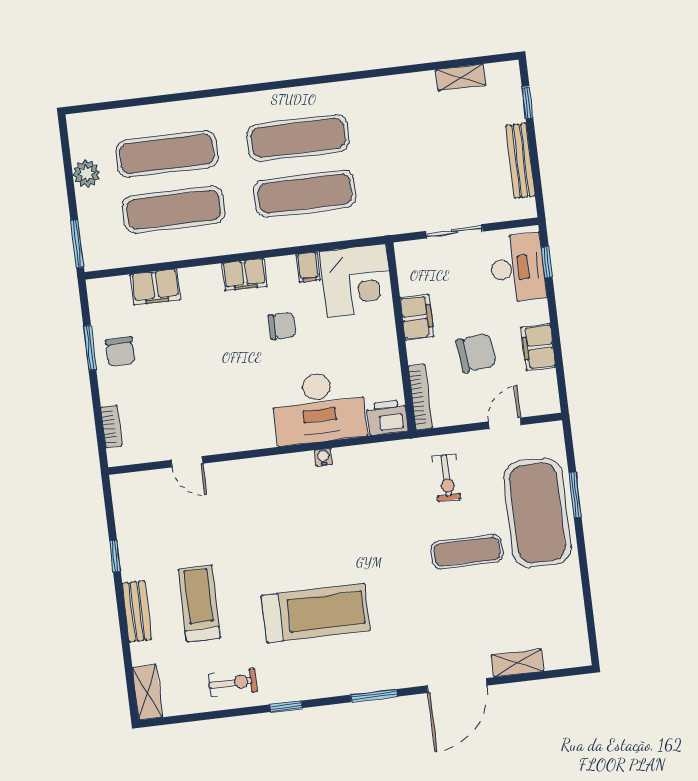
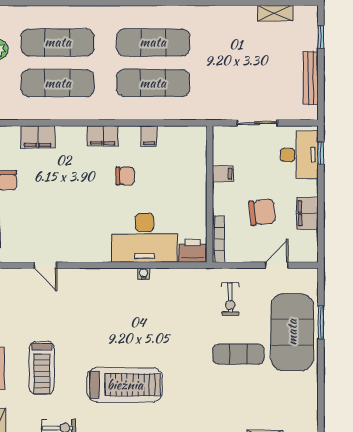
corner desk: (356, 281) -> (183, 150), removed
filing cabinet: (417, 317) -> (223, 174), width x0.50
treadmill: (199, 603) -> (42, 368), turned 180

